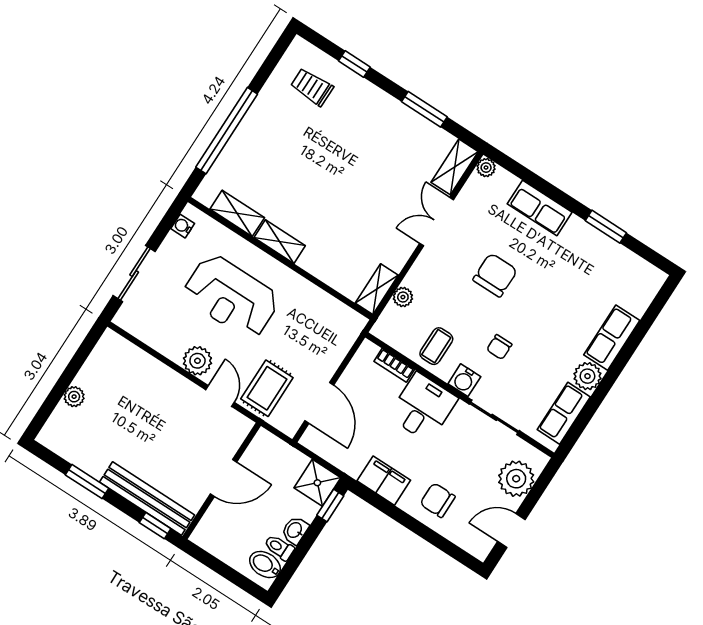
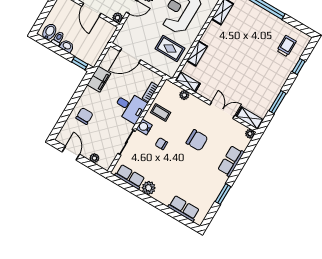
shelving: (280, 242) -> (197, 53), moved
row of seats: (612, 338) -> (184, 208), moved
rug: (267, 388) -> (170, 49), moved
plant: (242, 426) -> (118, 18), added
plant: (516, 479) -> (94, 158), width x0.53, depth x0.53
filing cabinet: (384, 481) -> (99, 79), moved
shower: (317, 483) -> (91, 56), removed

